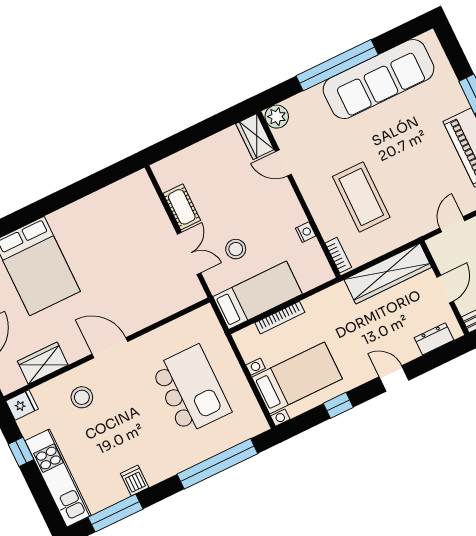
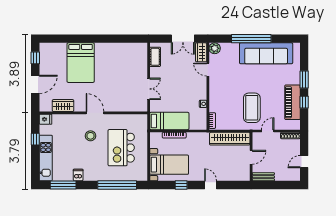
double door: (208, 128) -> (183, 39), added
coffee table: (361, 197) -> (252, 108), moved
cot: (182, 207) -> (155, 57), moved
stool: (236, 249) -> (170, 97), removed
dresser: (434, 339) -> (236, 176), removed
kitchen island: (191, 390) -> (121, 148), turned 180
stool: (82, 397) -> (91, 136), moved

